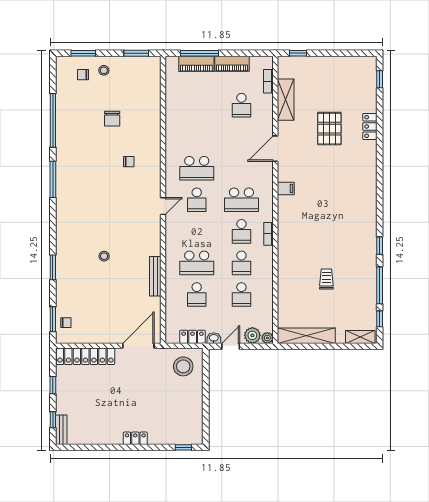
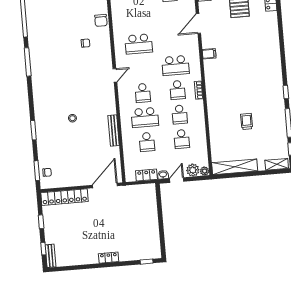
chair: (112, 119) -> (101, 20), moved
school desk: (197, 200) -> (143, 93), moved
stool: (183, 366) -> (141, 199), removed

